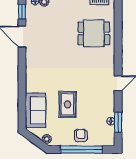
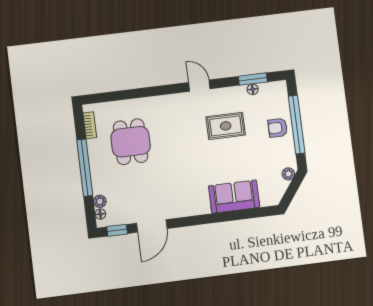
dining table: (94, 33) -> (131, 142), moved
rug: (68, 104) -> (226, 126), moved
sofa: (35, 110) -> (234, 197), moved

